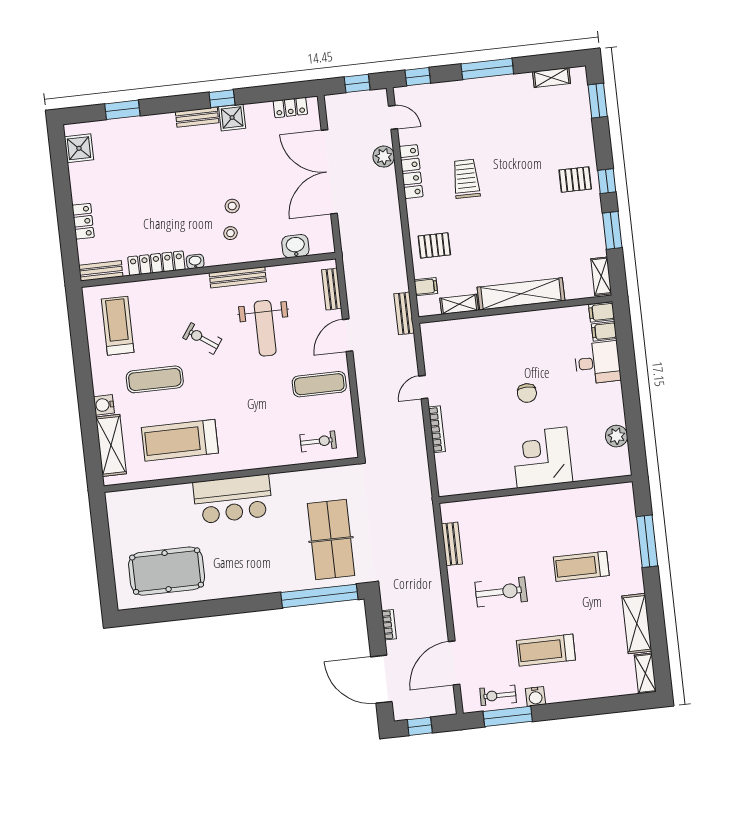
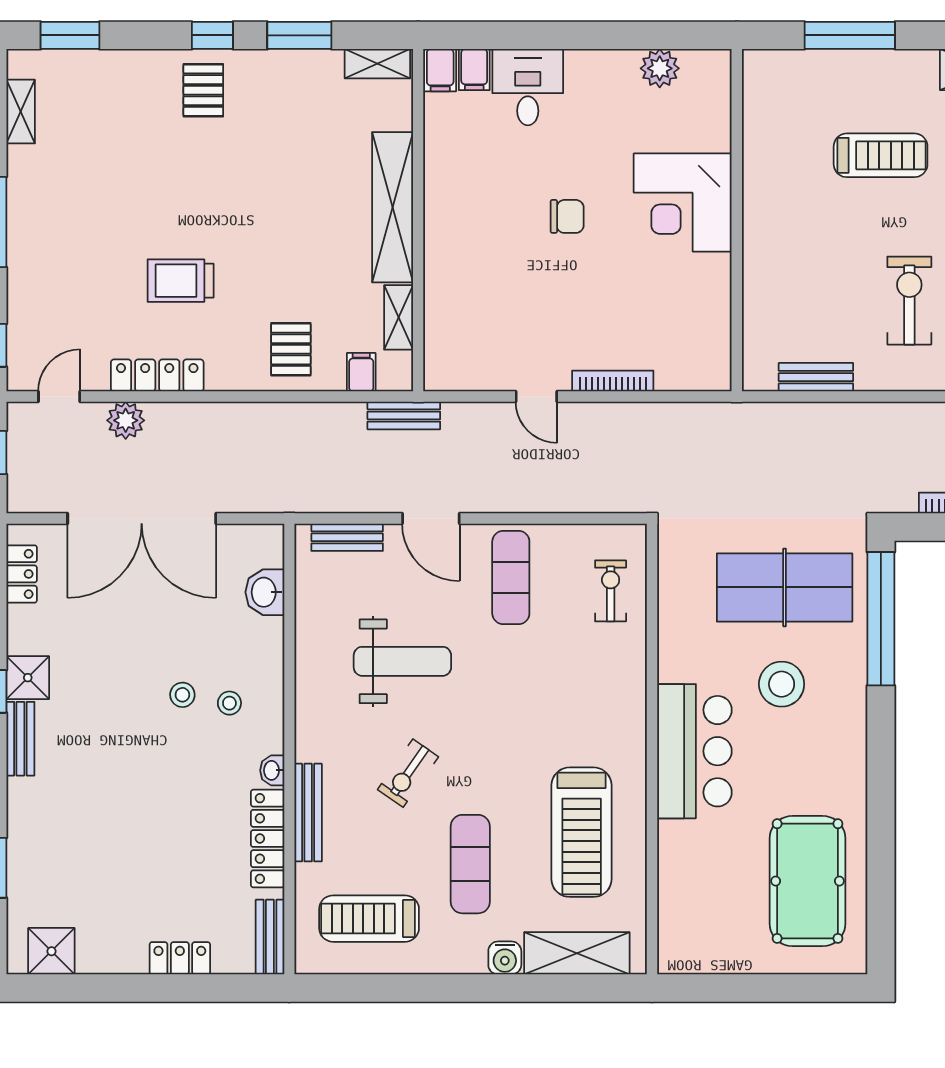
bench: (238, 277) -> (308, 813), moved
stool: (276, 544) -> (782, 684), added
treadmill: (581, 566) -> (881, 155), turned -90

